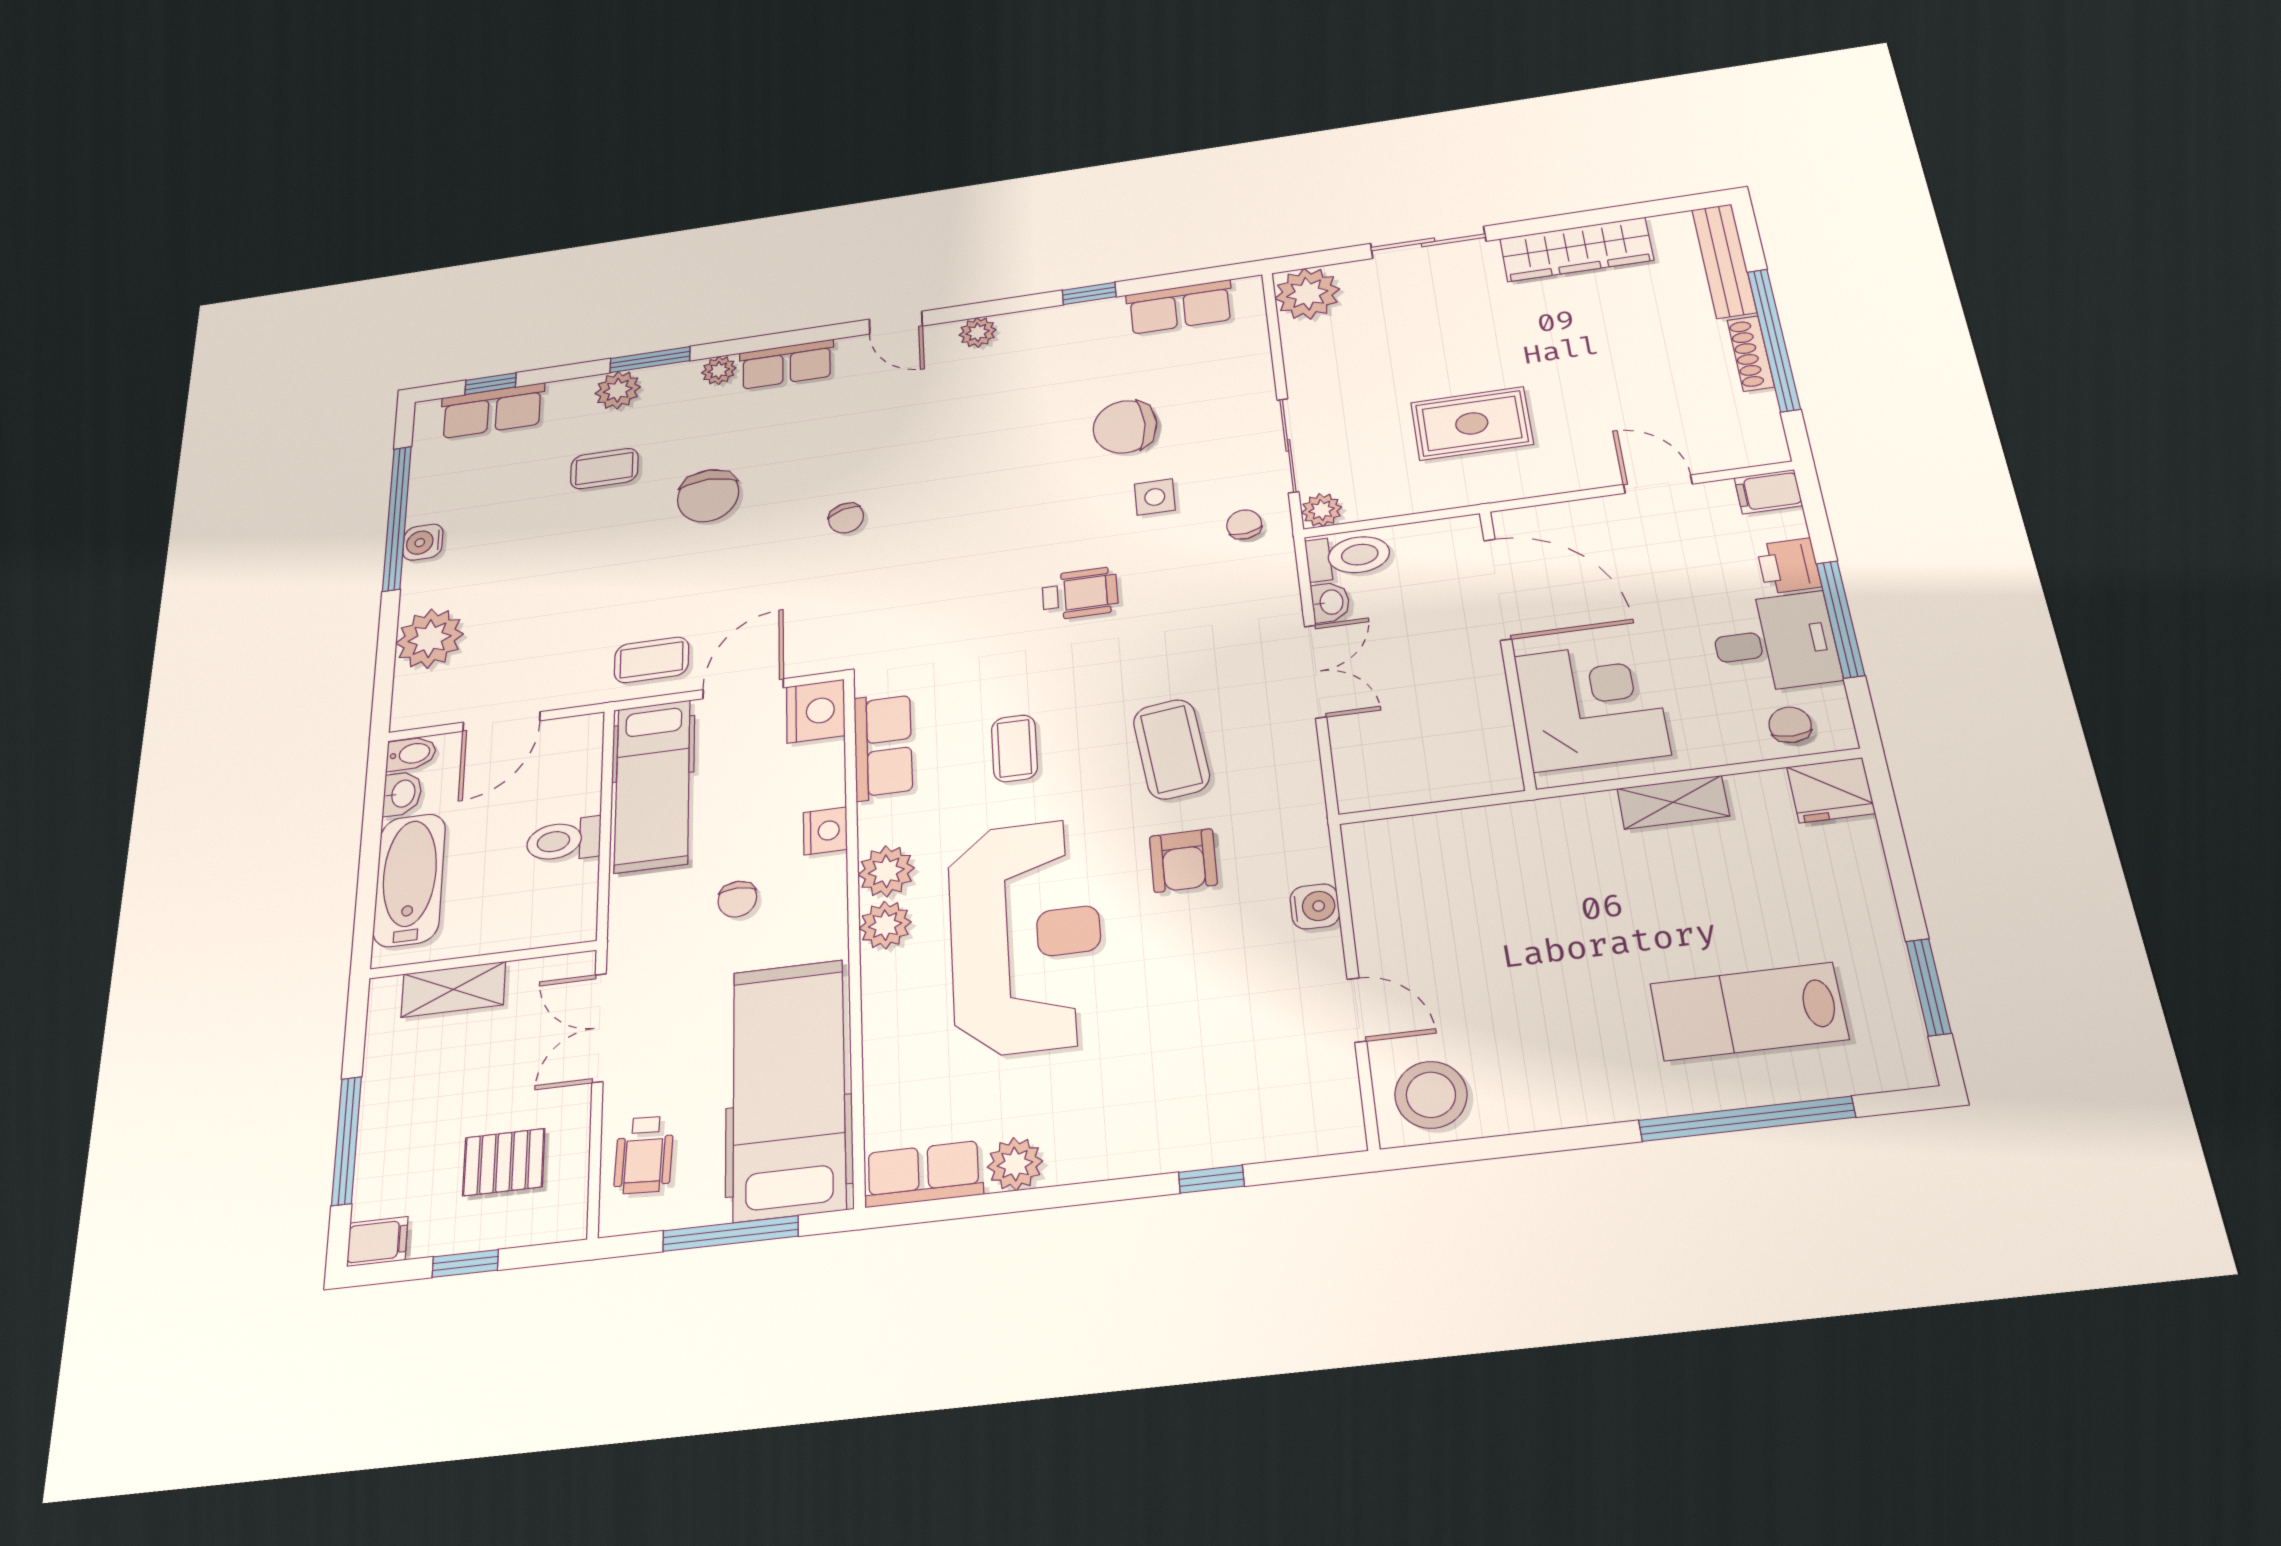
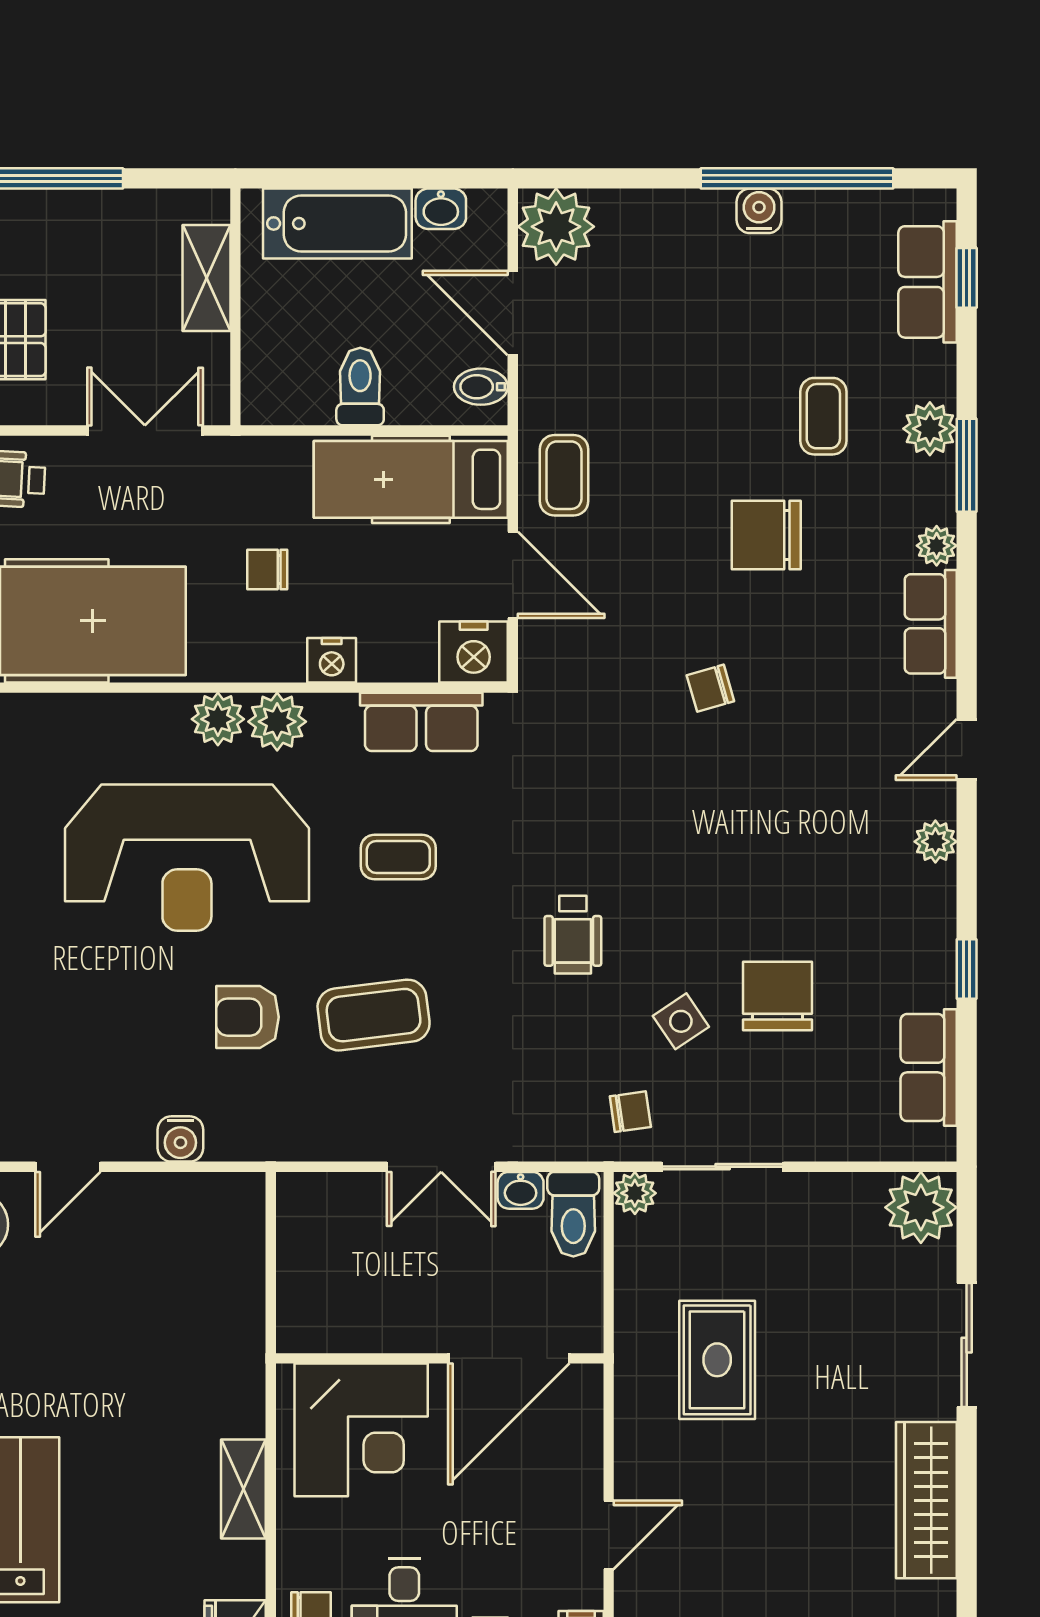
side table: (1155, 497) -> (681, 1021), turned -34
plant: (430, 639) -> (556, 227), moved
bidet: (411, 754) -> (481, 387), moved, turned 90

